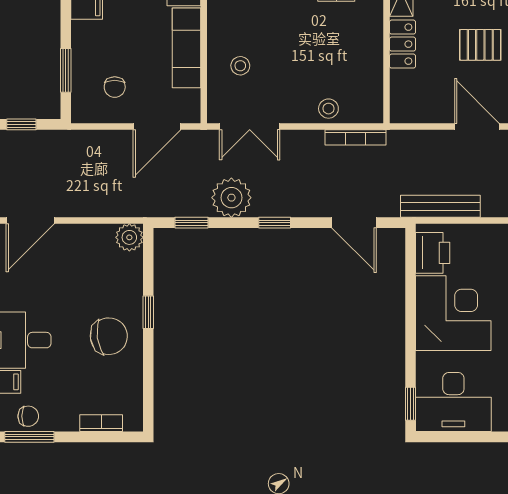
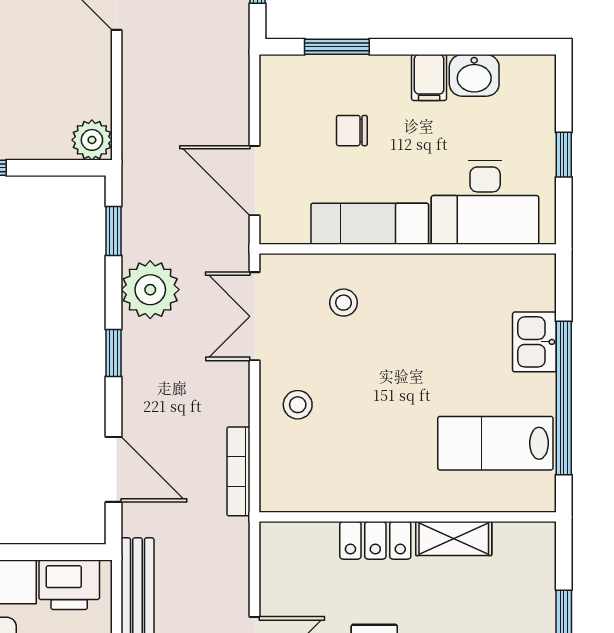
chair: (115, 87) -> (352, 131), moved
stool: (328, 109) -> (298, 405), moved
door: (354, 223) -> (114, 469), swing flipped

